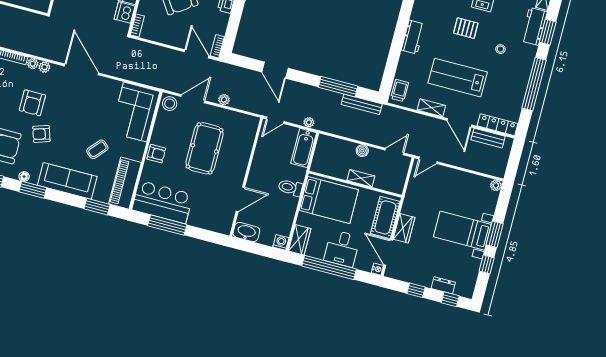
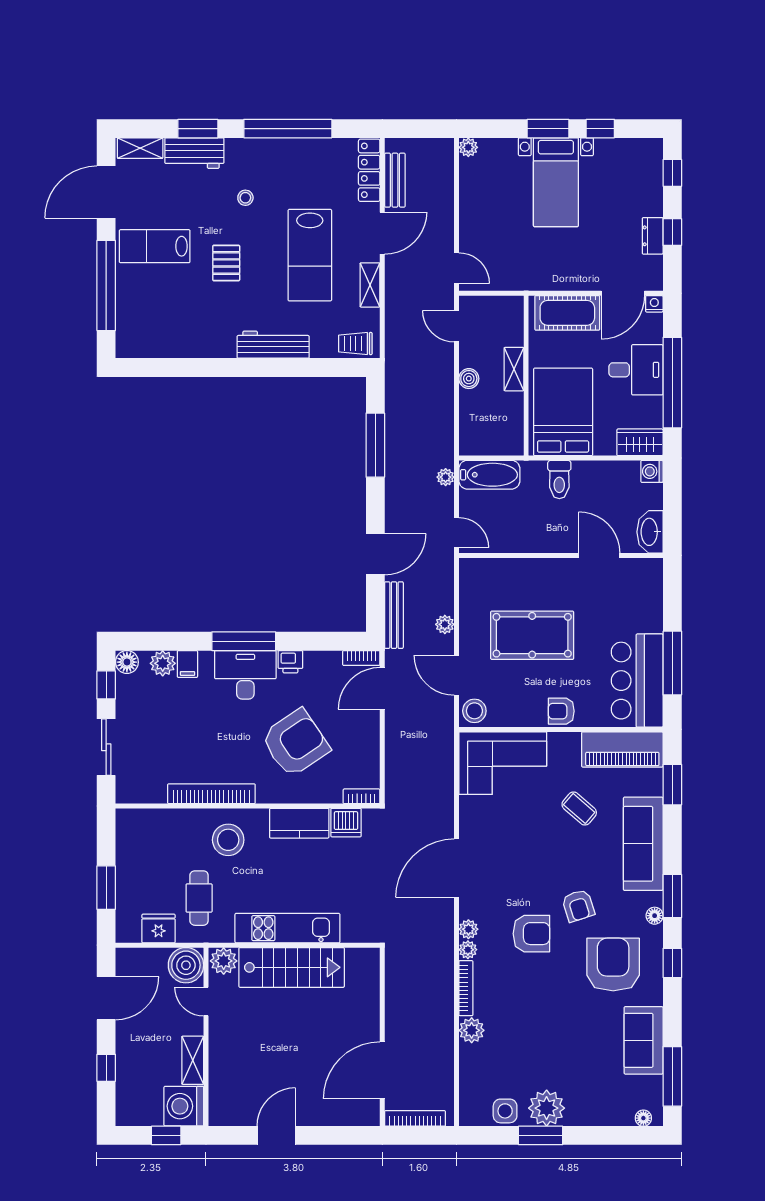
workbench: (413, 37) -> (273, 345), width x1.38
bench: (362, 104) -> (394, 615), moved
armchair: (156, 154) -> (561, 711), turned -90
wardrobe: (404, 228) -> (577, 278), removed
dresser: (443, 285) -> (653, 236), moved

